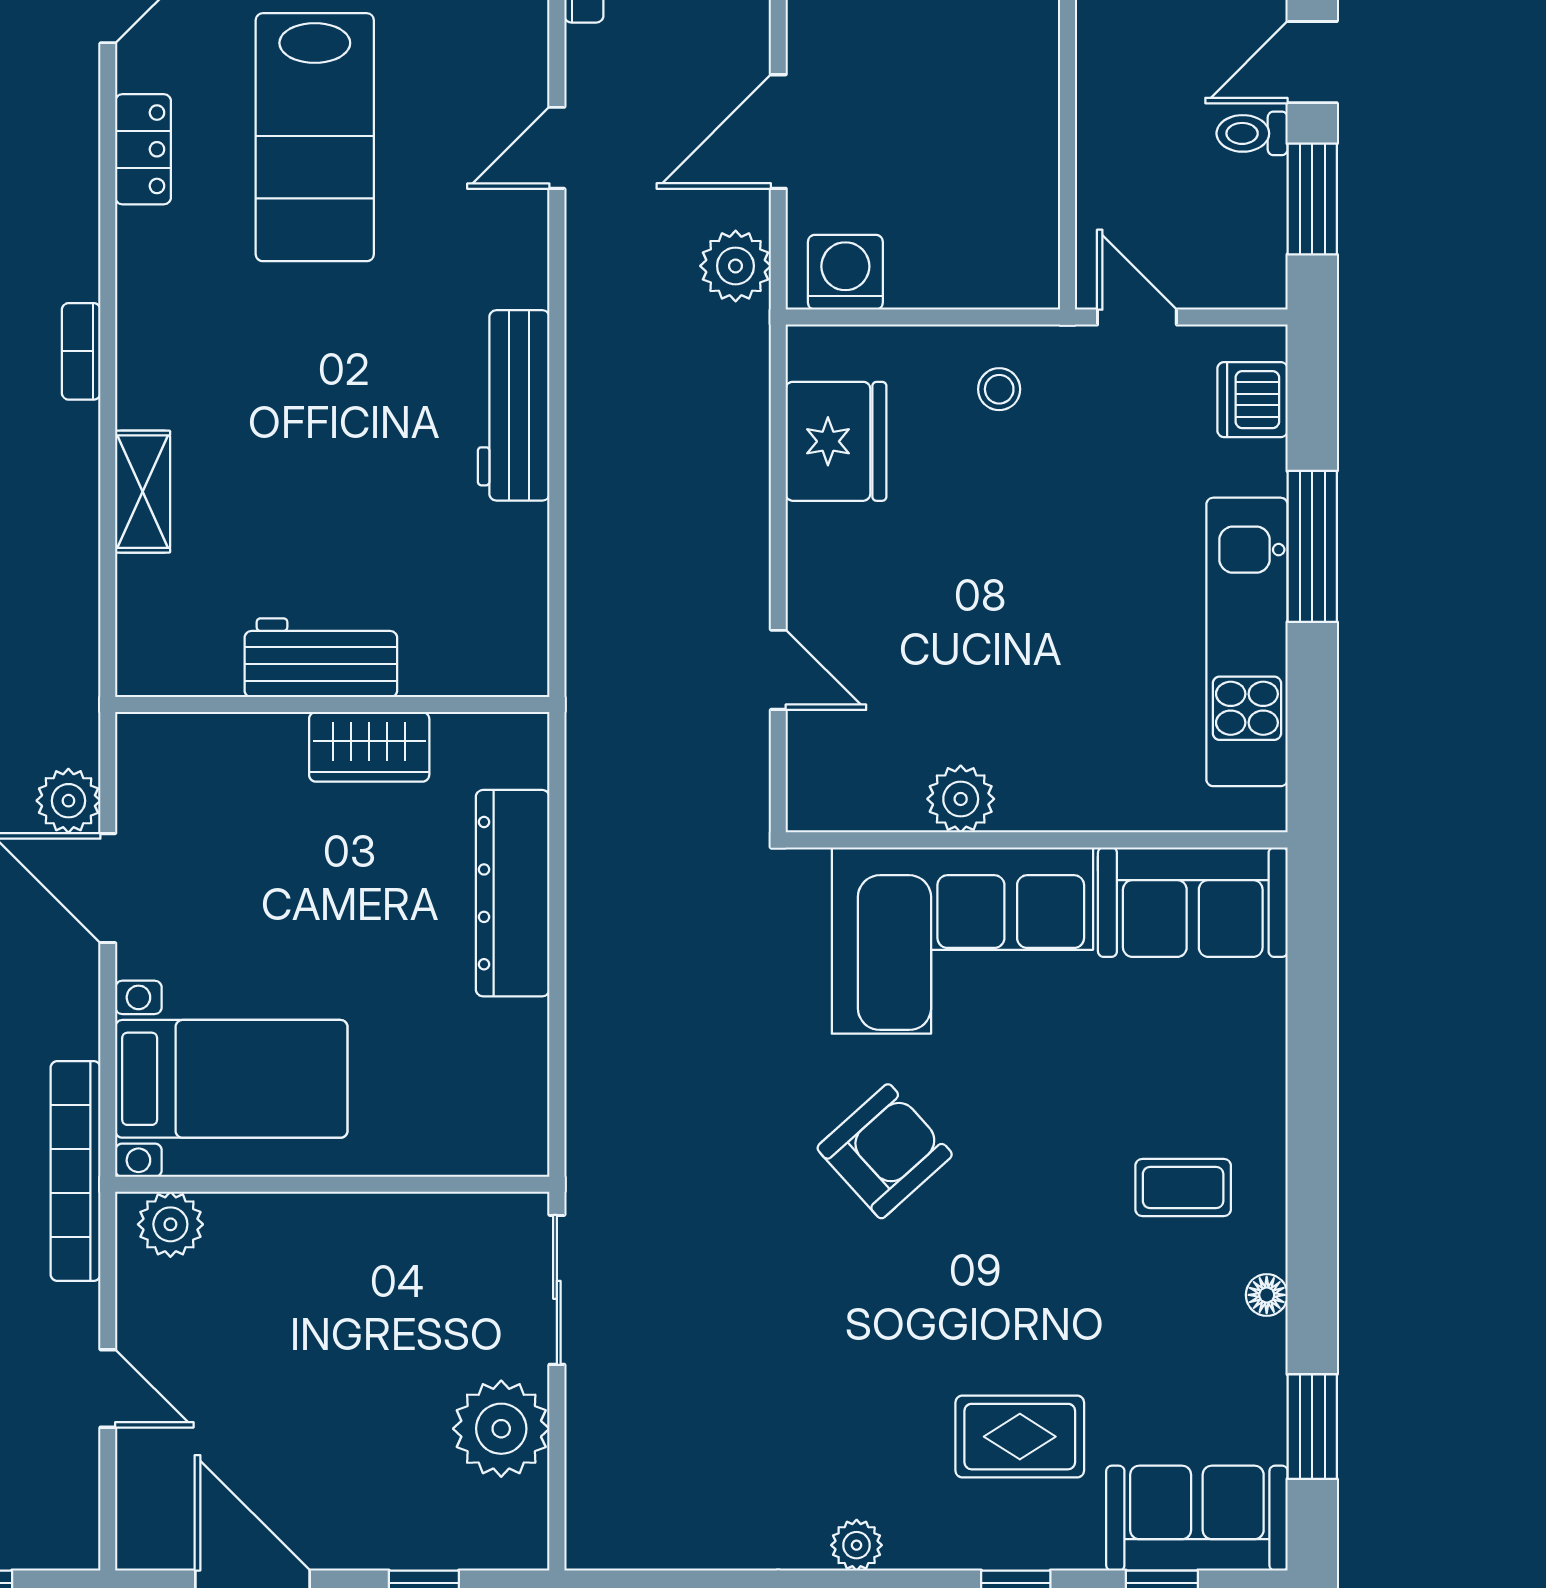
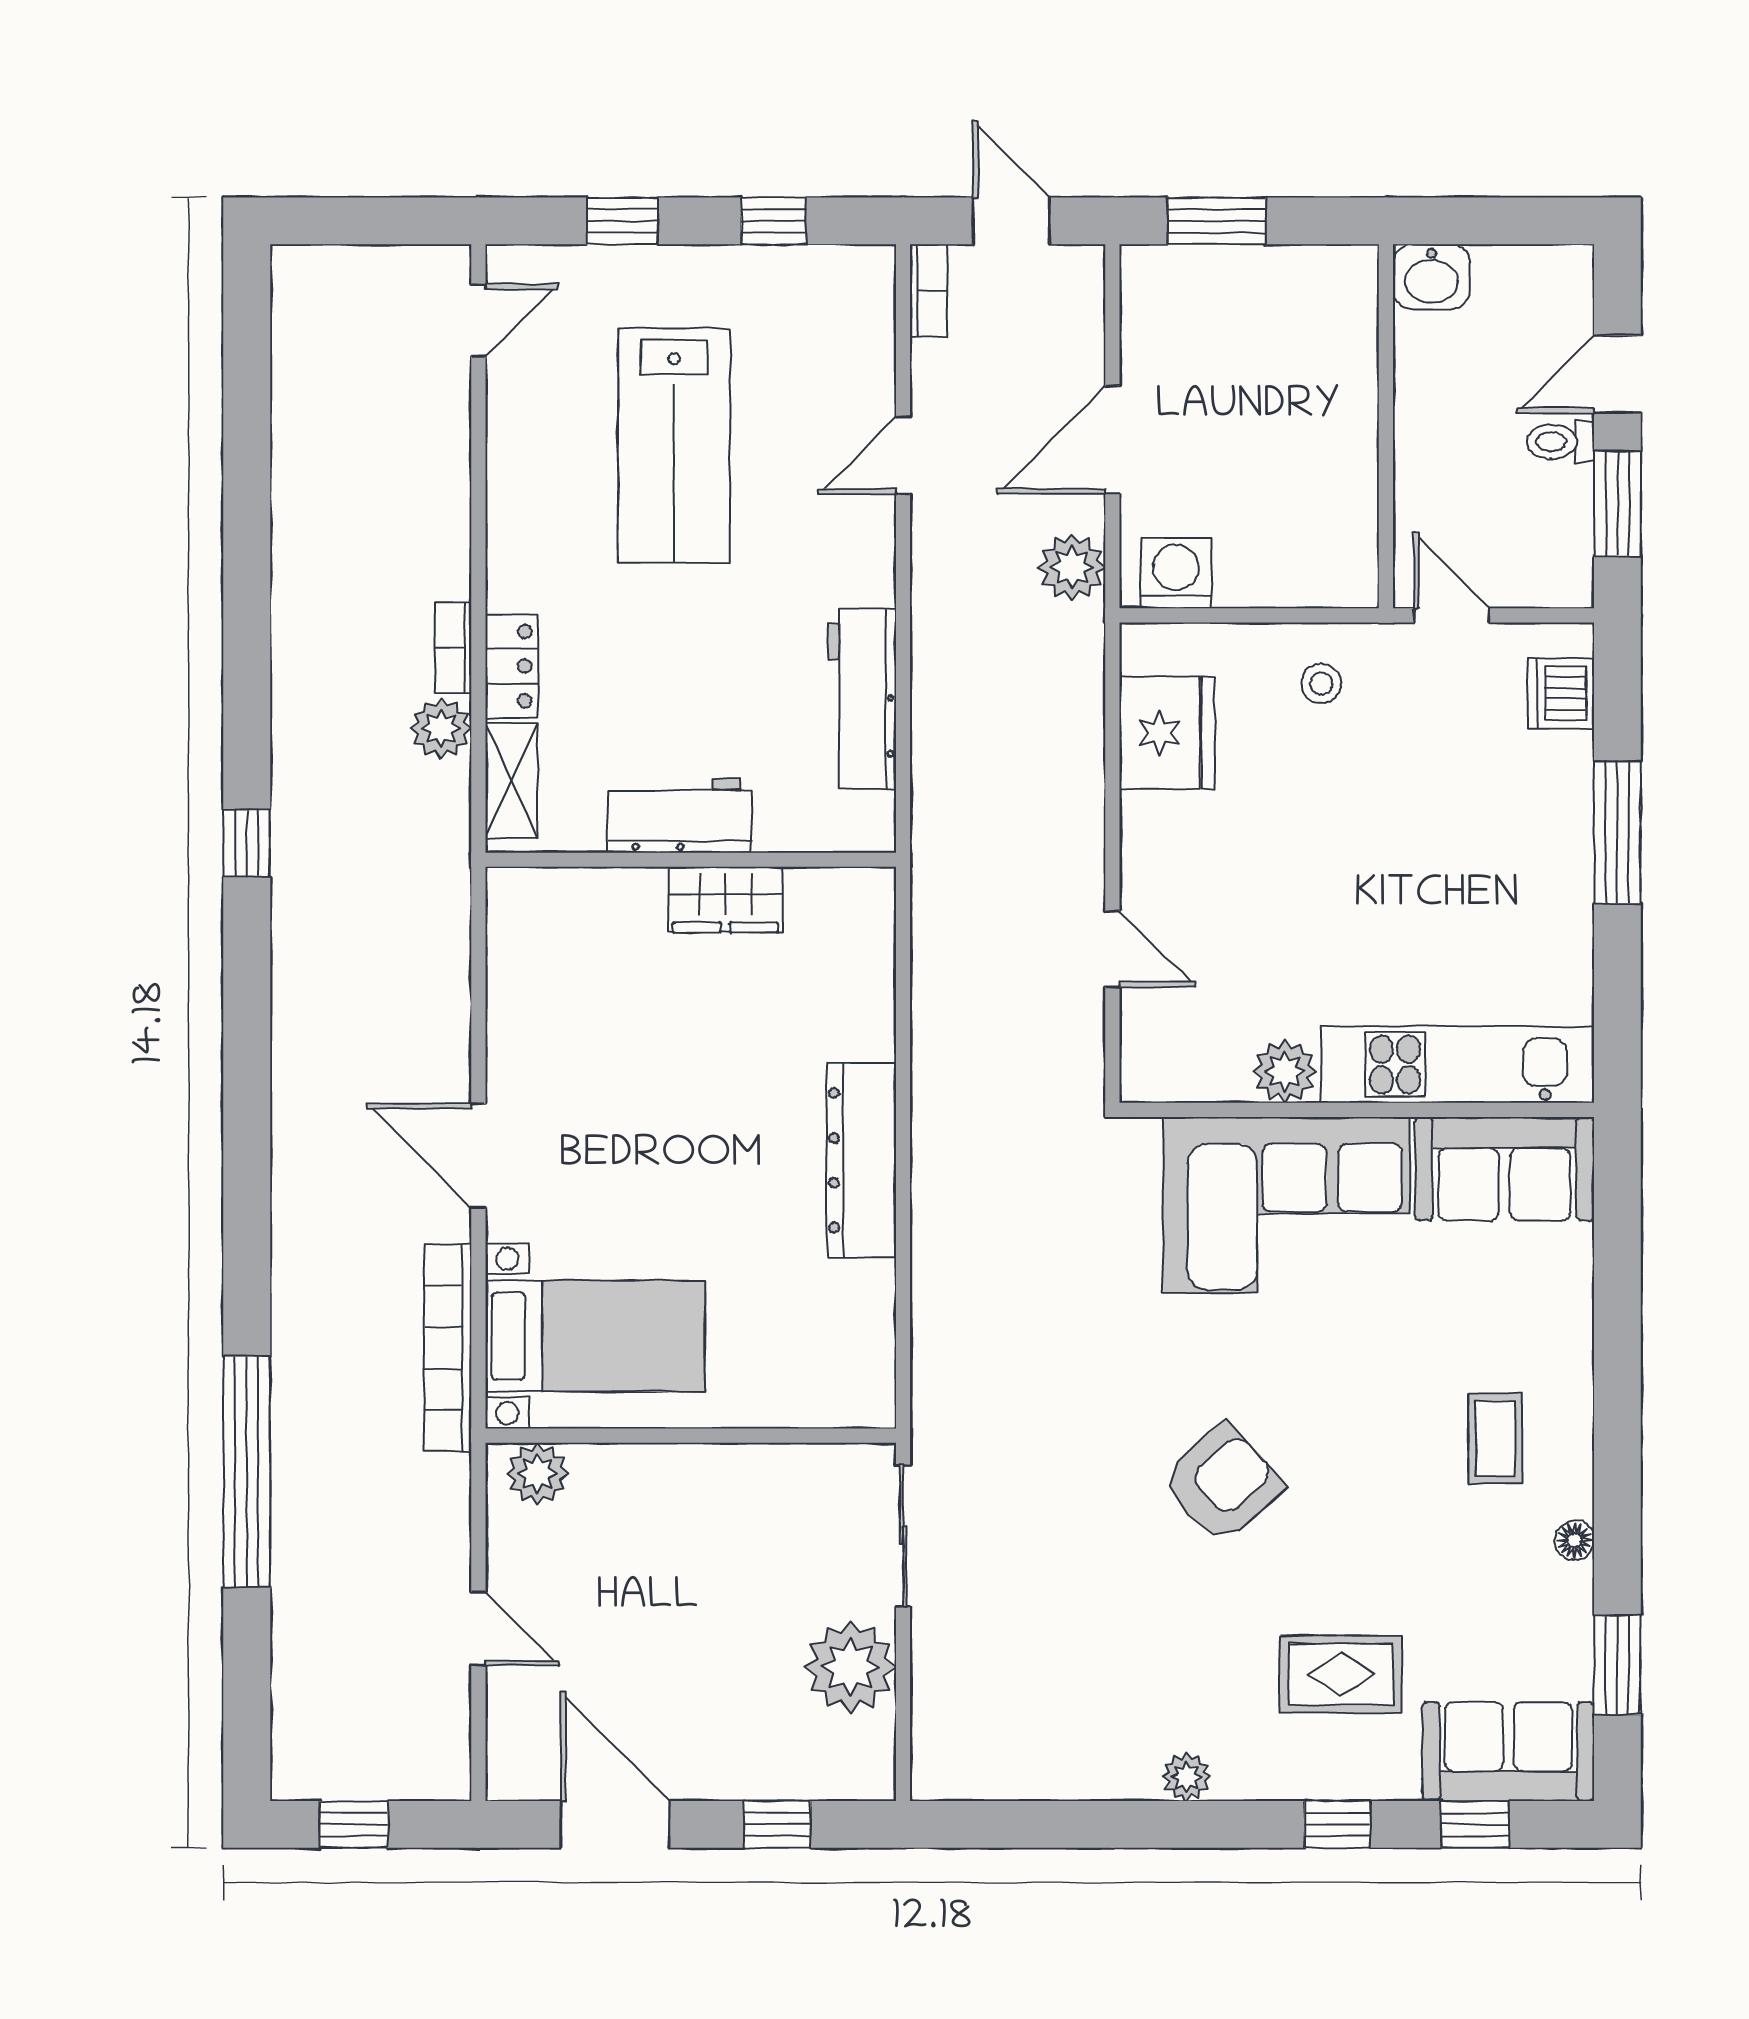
locker: (143, 149) -> (512, 666), moved
kitchen unit: (1247, 642) -> (1458, 1064), moved, turned 90
workbench: (321, 658) -> (680, 815), moved
wall: (332, 705) -> (691, 860), moved
wardrobe: (369, 747) -> (725, 900), moved
plant: (68, 801) -> (441, 728), moved
armchair: (885, 1151) -> (1222, 1484), moved
bookcase: (76, 1171) -> (448, 1348), moved
coffee table: (1183, 1188) -> (1495, 1439), turned 90

